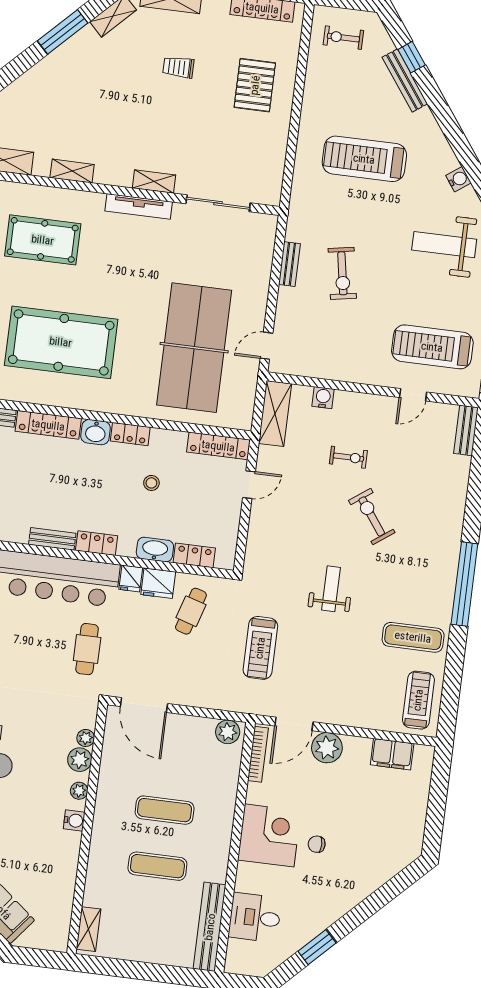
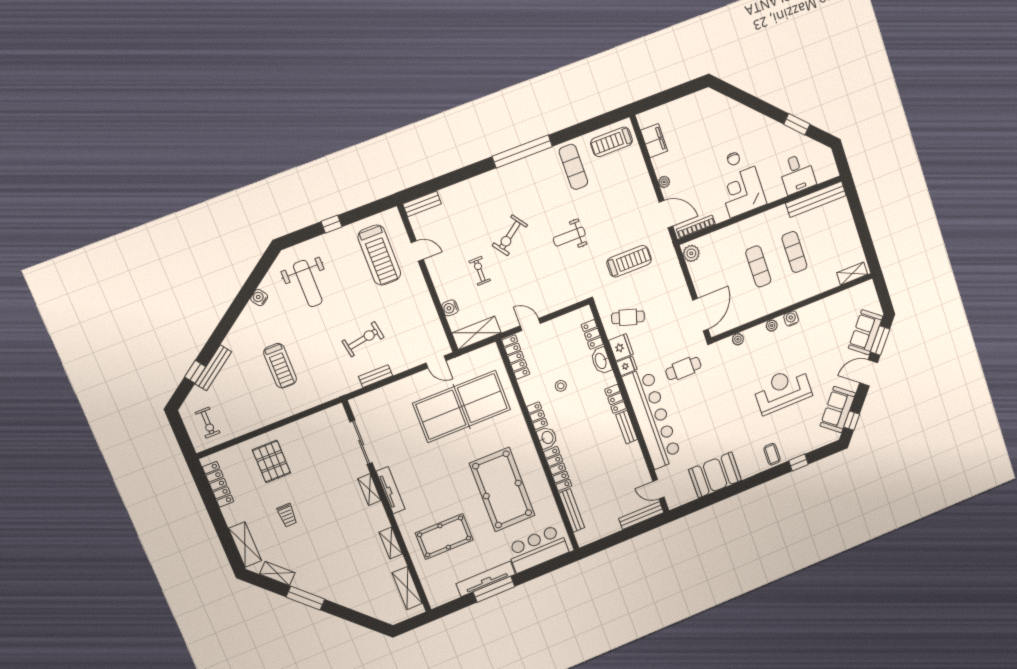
pallet: (255, 85) -> (271, 461), turned 90
treadmill: (364, 159) -> (280, 366), width x0.73, depth x0.73
pool table: (43, 240) -> (444, 536), turned 90
plant: (327, 748) -> (664, 182), width x0.53, depth x0.53
plant: (80, 760) -> (753, 336), removed

